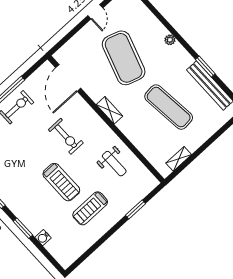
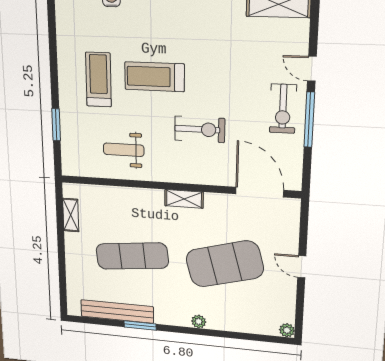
door: (95, 12) -> (302, 267), moved
exercise mat: (124, 58) -> (225, 264), turned -33
exercise bike: (66, 136) -> (200, 129), turned 180

